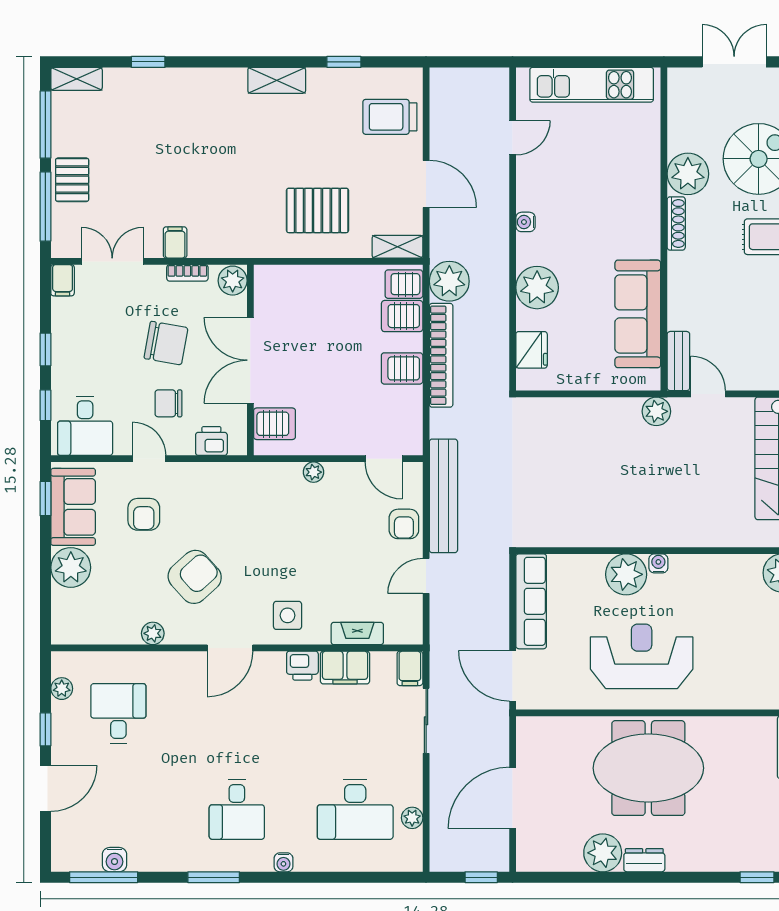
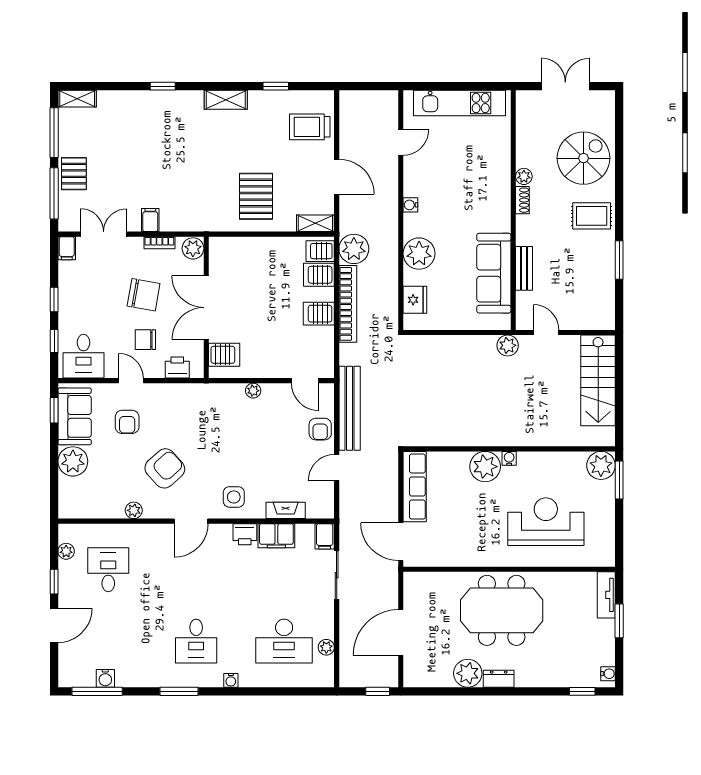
window: (148, 62) -> (163, 86), moved
plant: (688, 174) -> (524, 176), width x0.53, depth x0.53
pallet: (317, 210) -> (256, 196), turned 90
shoe rack: (676, 223) -> (522, 200), width x0.70
bench: (678, 361) -> (524, 268), moved
reception desk: (642, 656) -> (546, 522), moved

